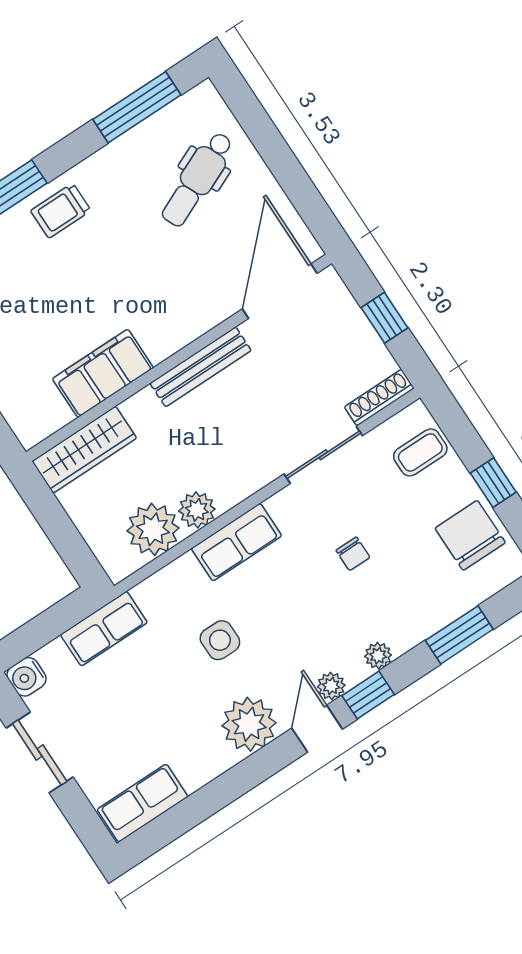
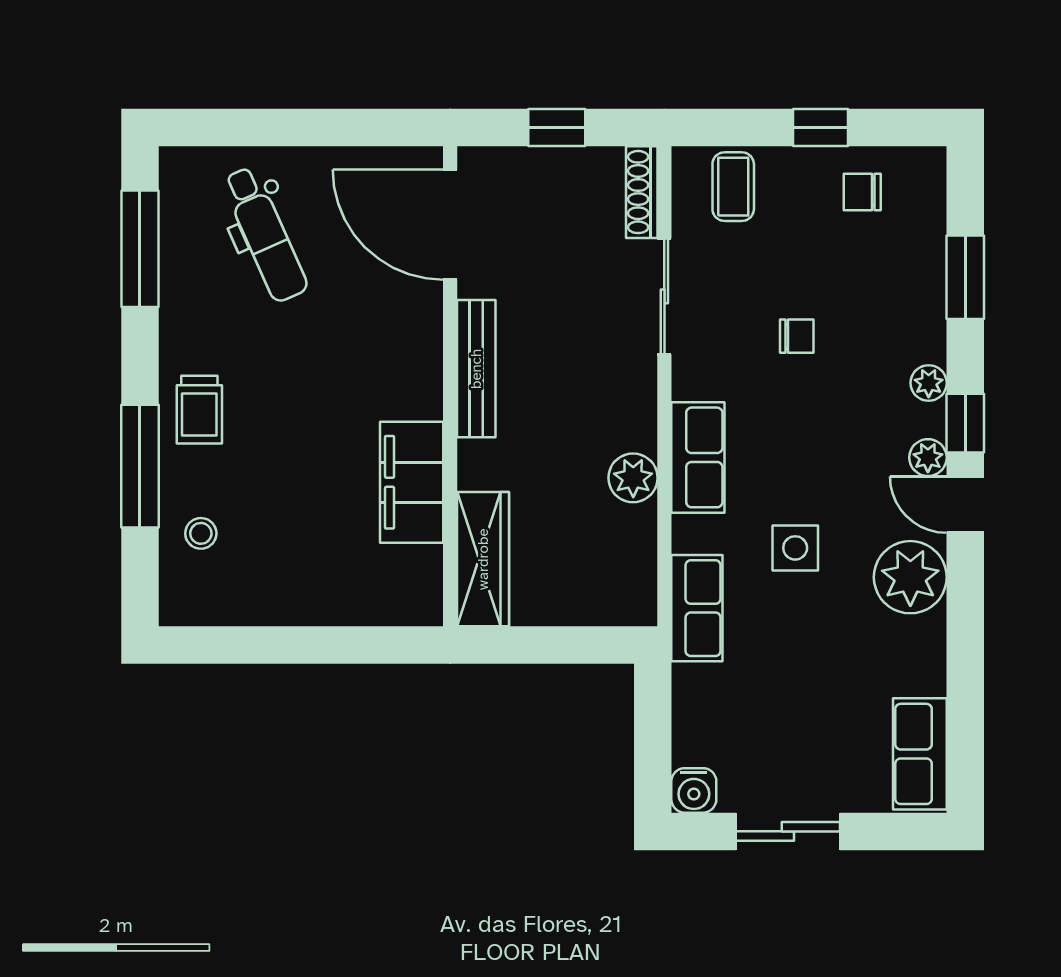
plant: (153, 529) -> (623, 541), removed
chair: (470, 535) -> (862, 192), width x0.54, depth x0.54
row of seats: (104, 629) -> (697, 608), moved

